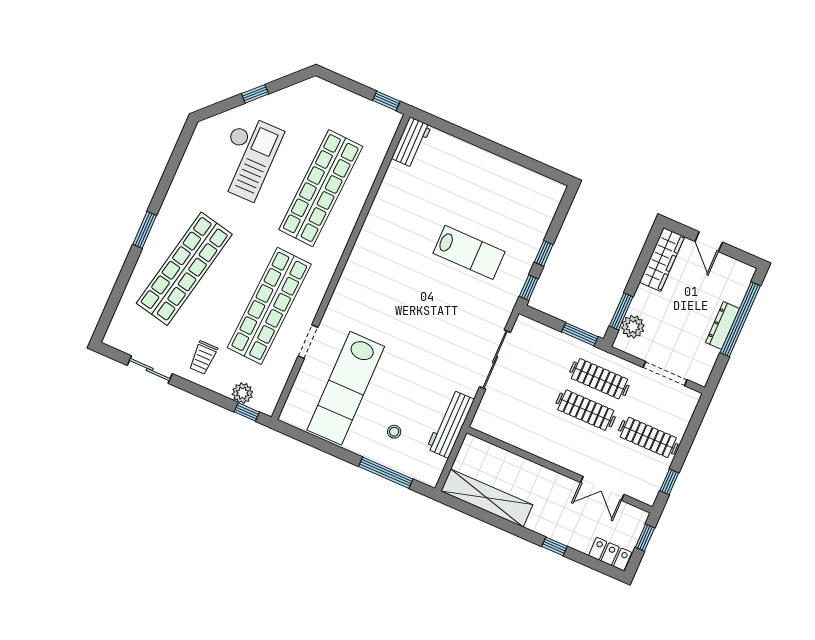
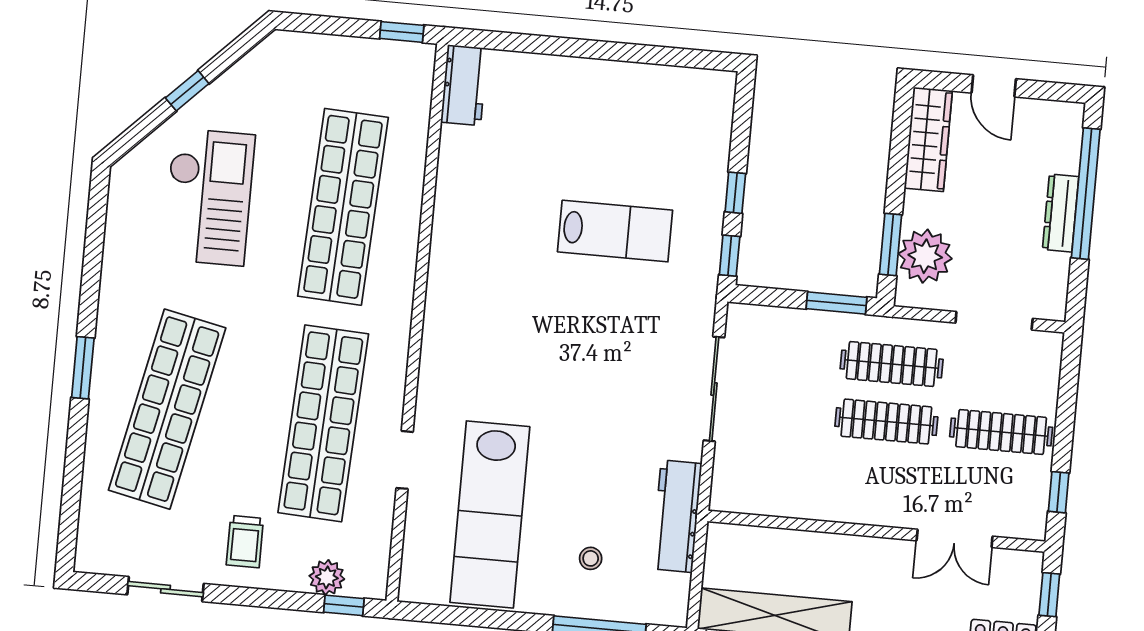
plant: (633, 327) -> (925, 256), width x1.36, depth x1.36

